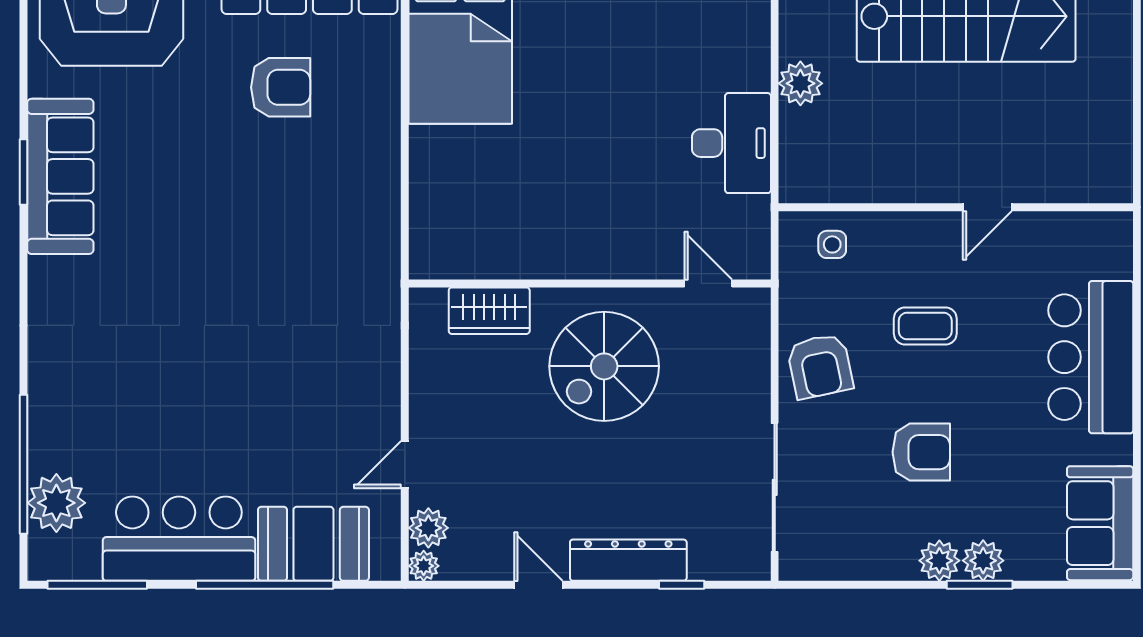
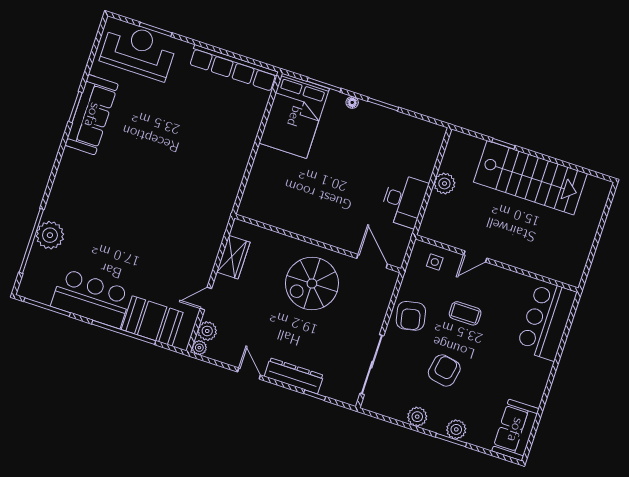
armchair: (281, 87) -> (206, 107), removed
door: (987, 207) -> (475, 256), moved
door: (708, 283) -> (372, 261), width x1.38
wardrobe: (489, 311) -> (233, 257), moved, turned -90
bar counter: (1091, 357) -> (547, 321), moved
armchair: (921, 452) -> (444, 370), turned -79
plant: (56, 503) -> (50, 235), moved
plant: (939, 561) -> (417, 417), moved

